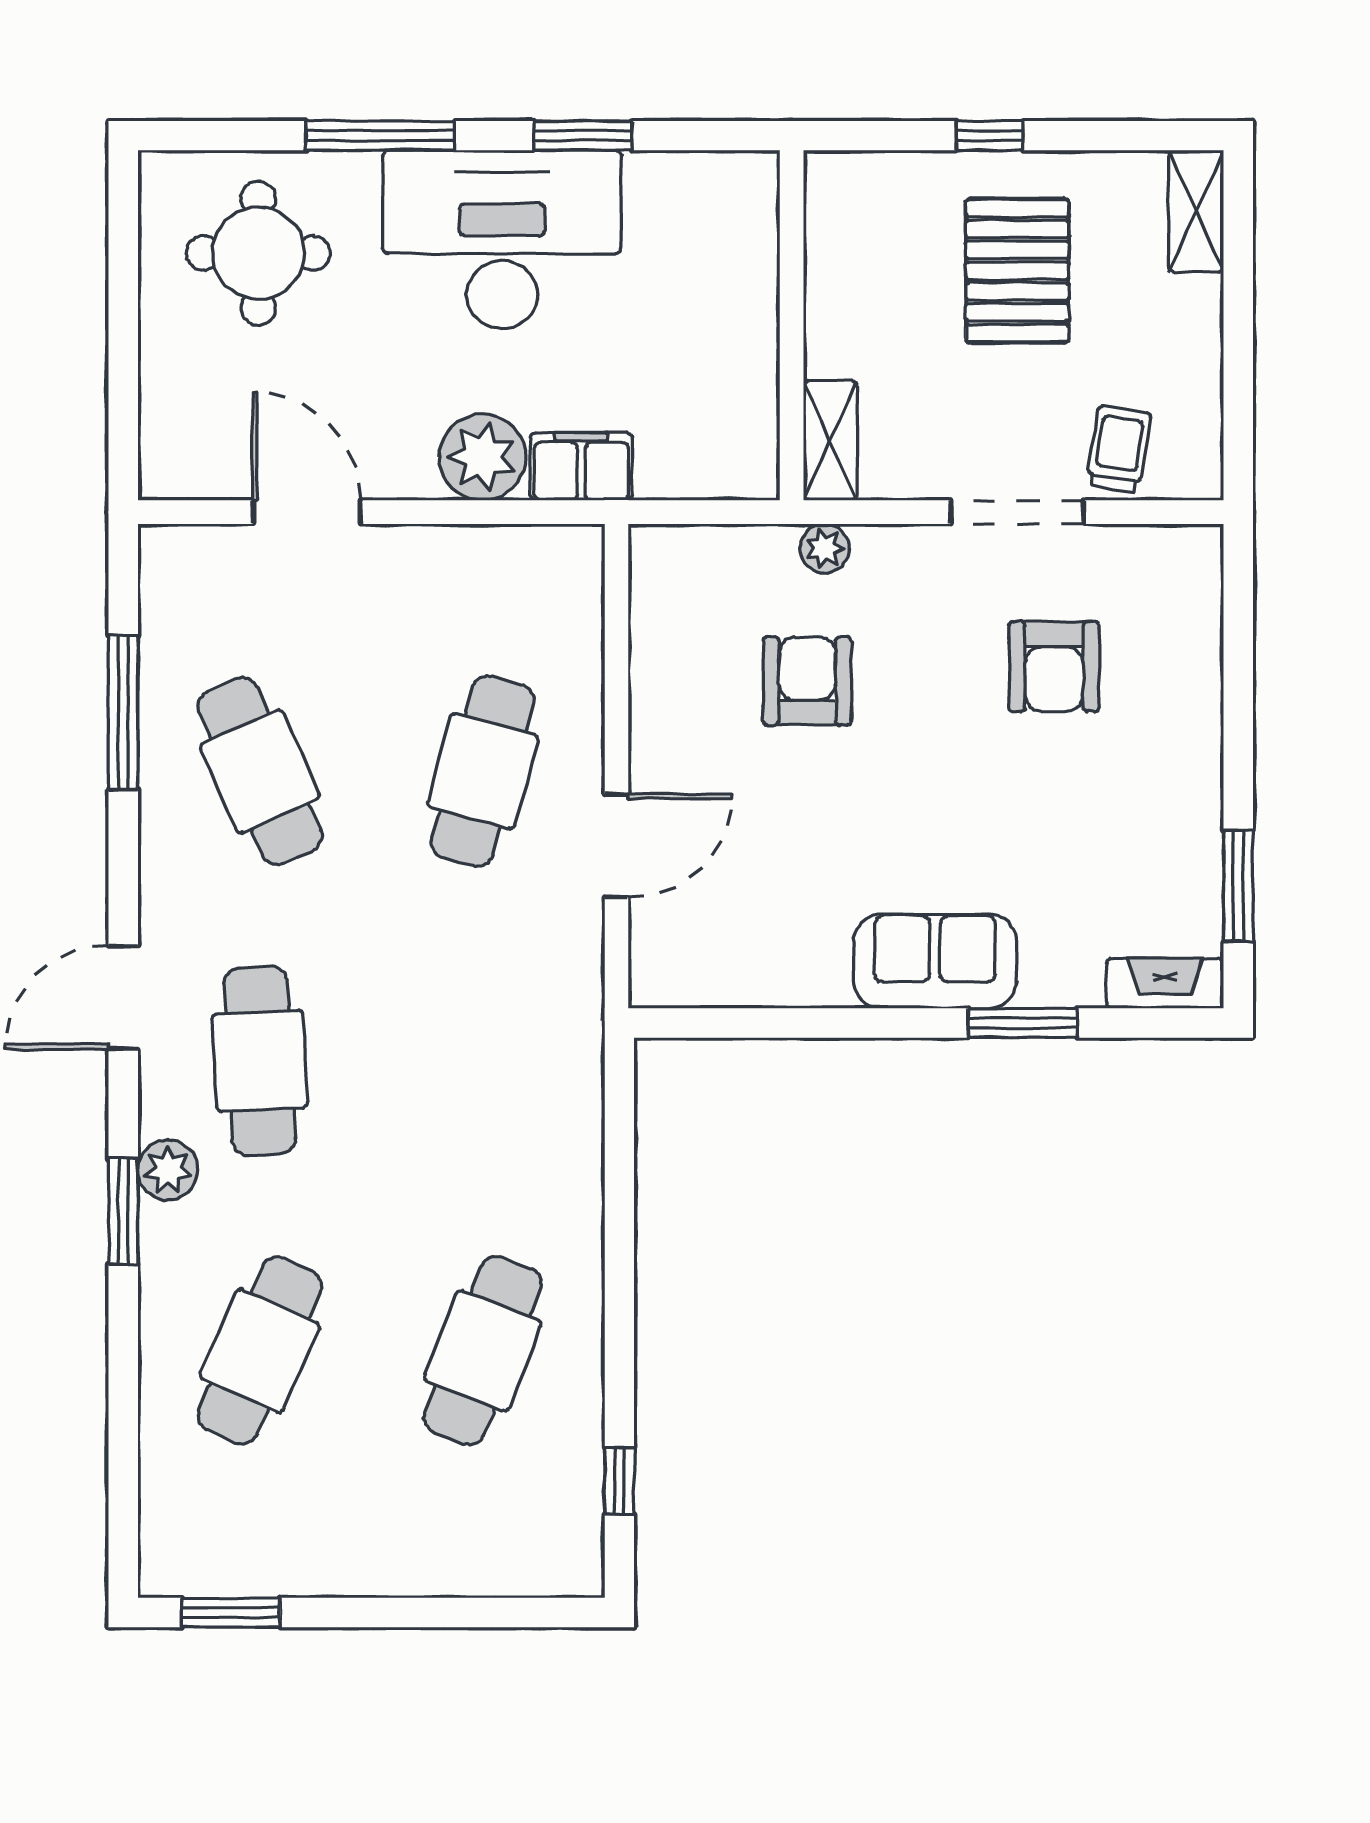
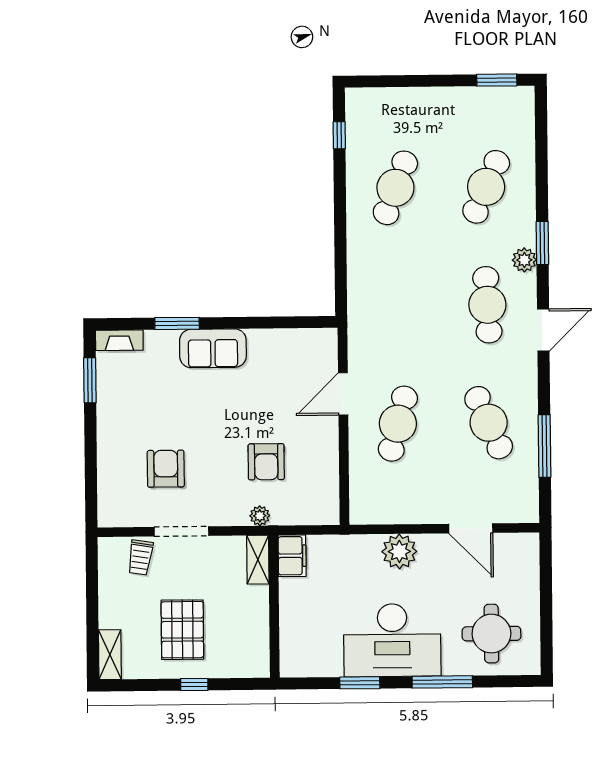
filing cabinet: (581, 467) -> (292, 556), moved, turned -90

